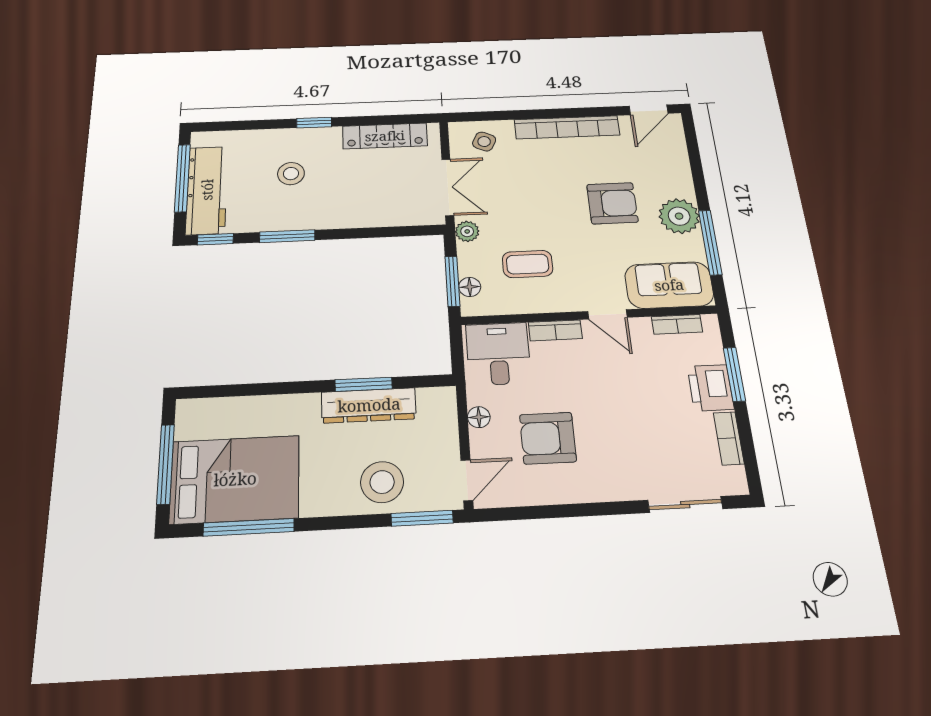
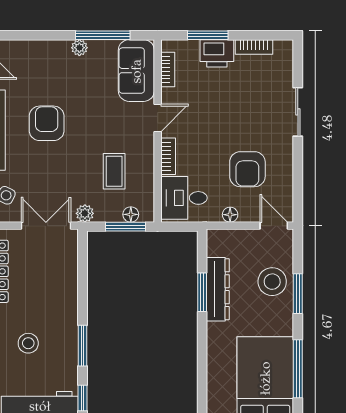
armchair: (612, 203) -> (47, 123), moved
plant: (679, 216) -> (79, 48), width x0.53, depth x0.53
sliding door: (685, 505) -> (298, 112), moved
window: (422, 518) -> (298, 294), moved

